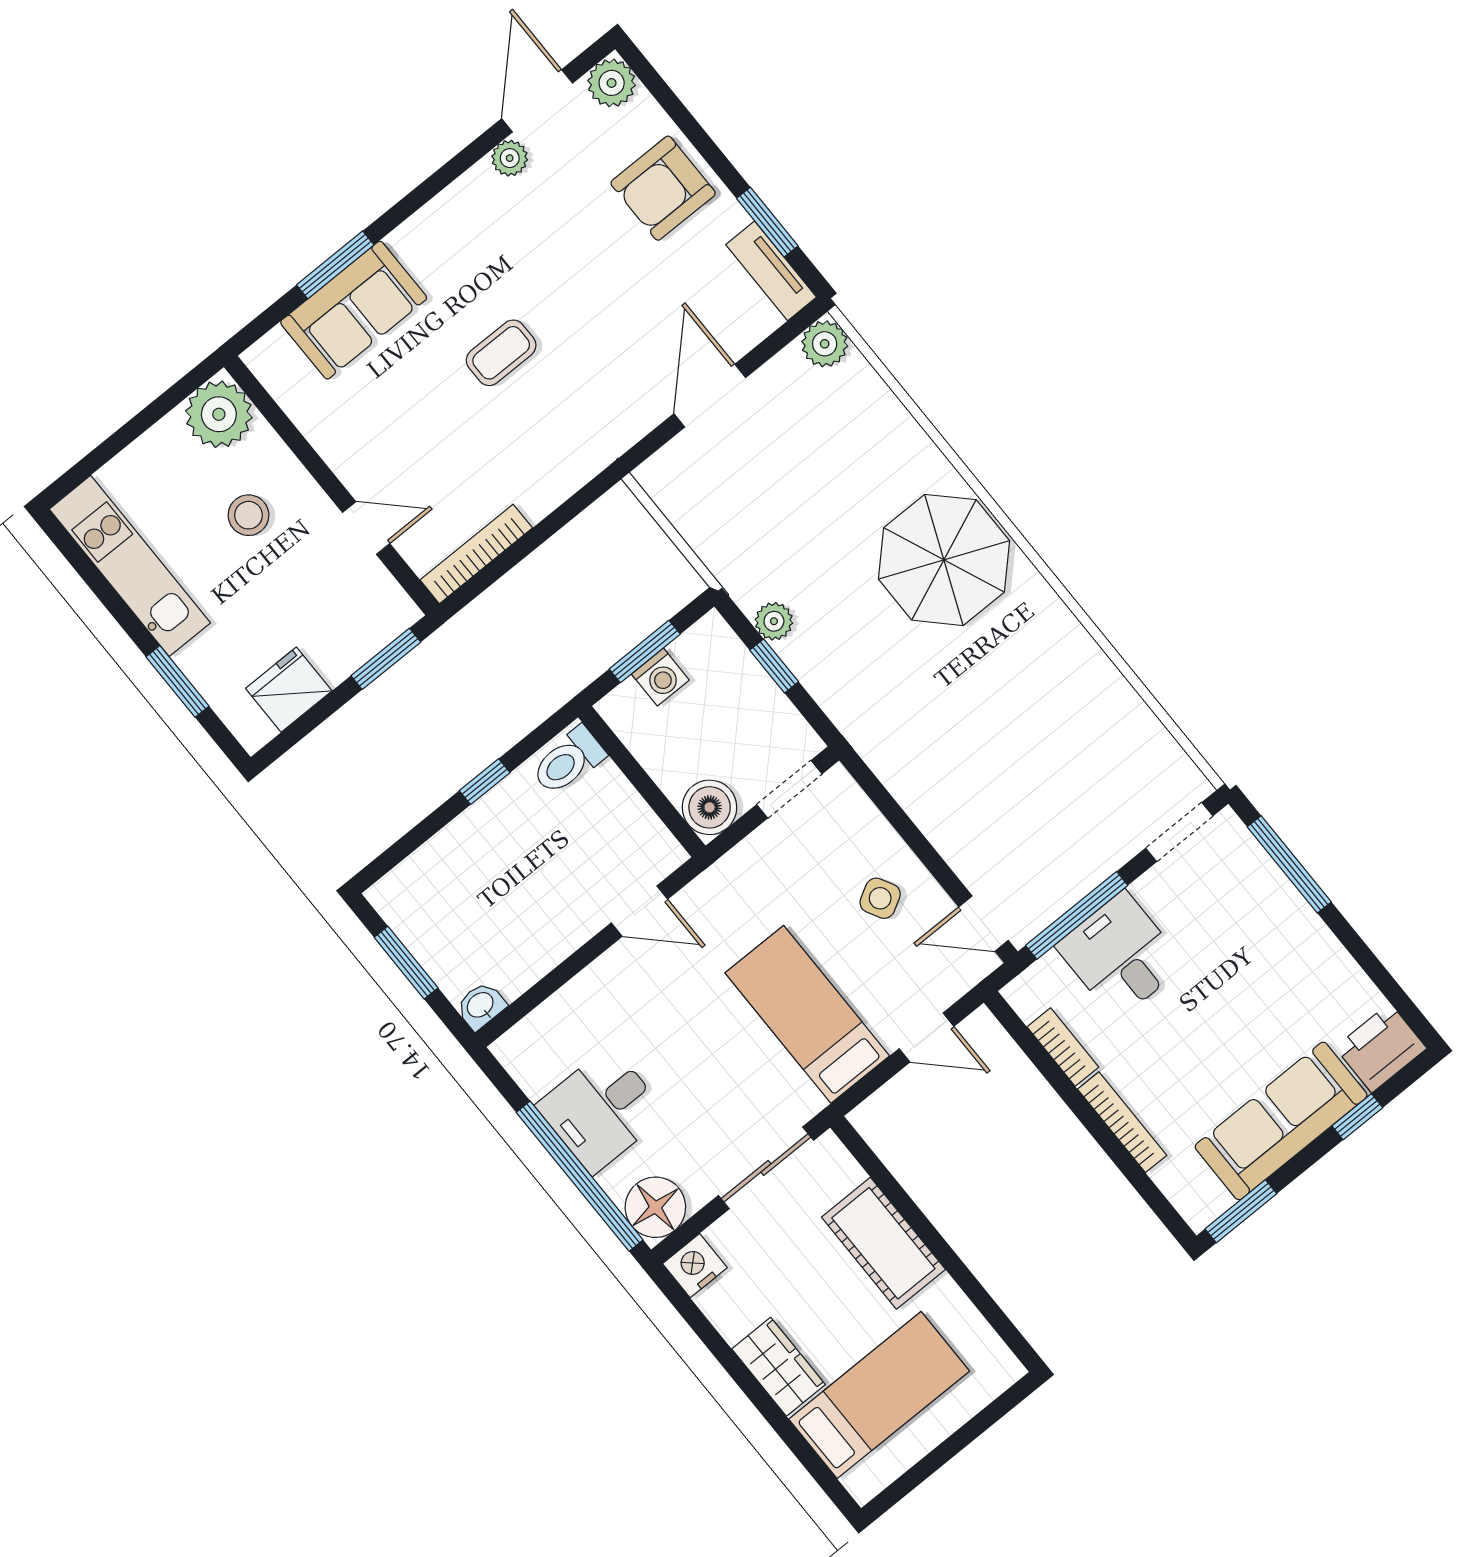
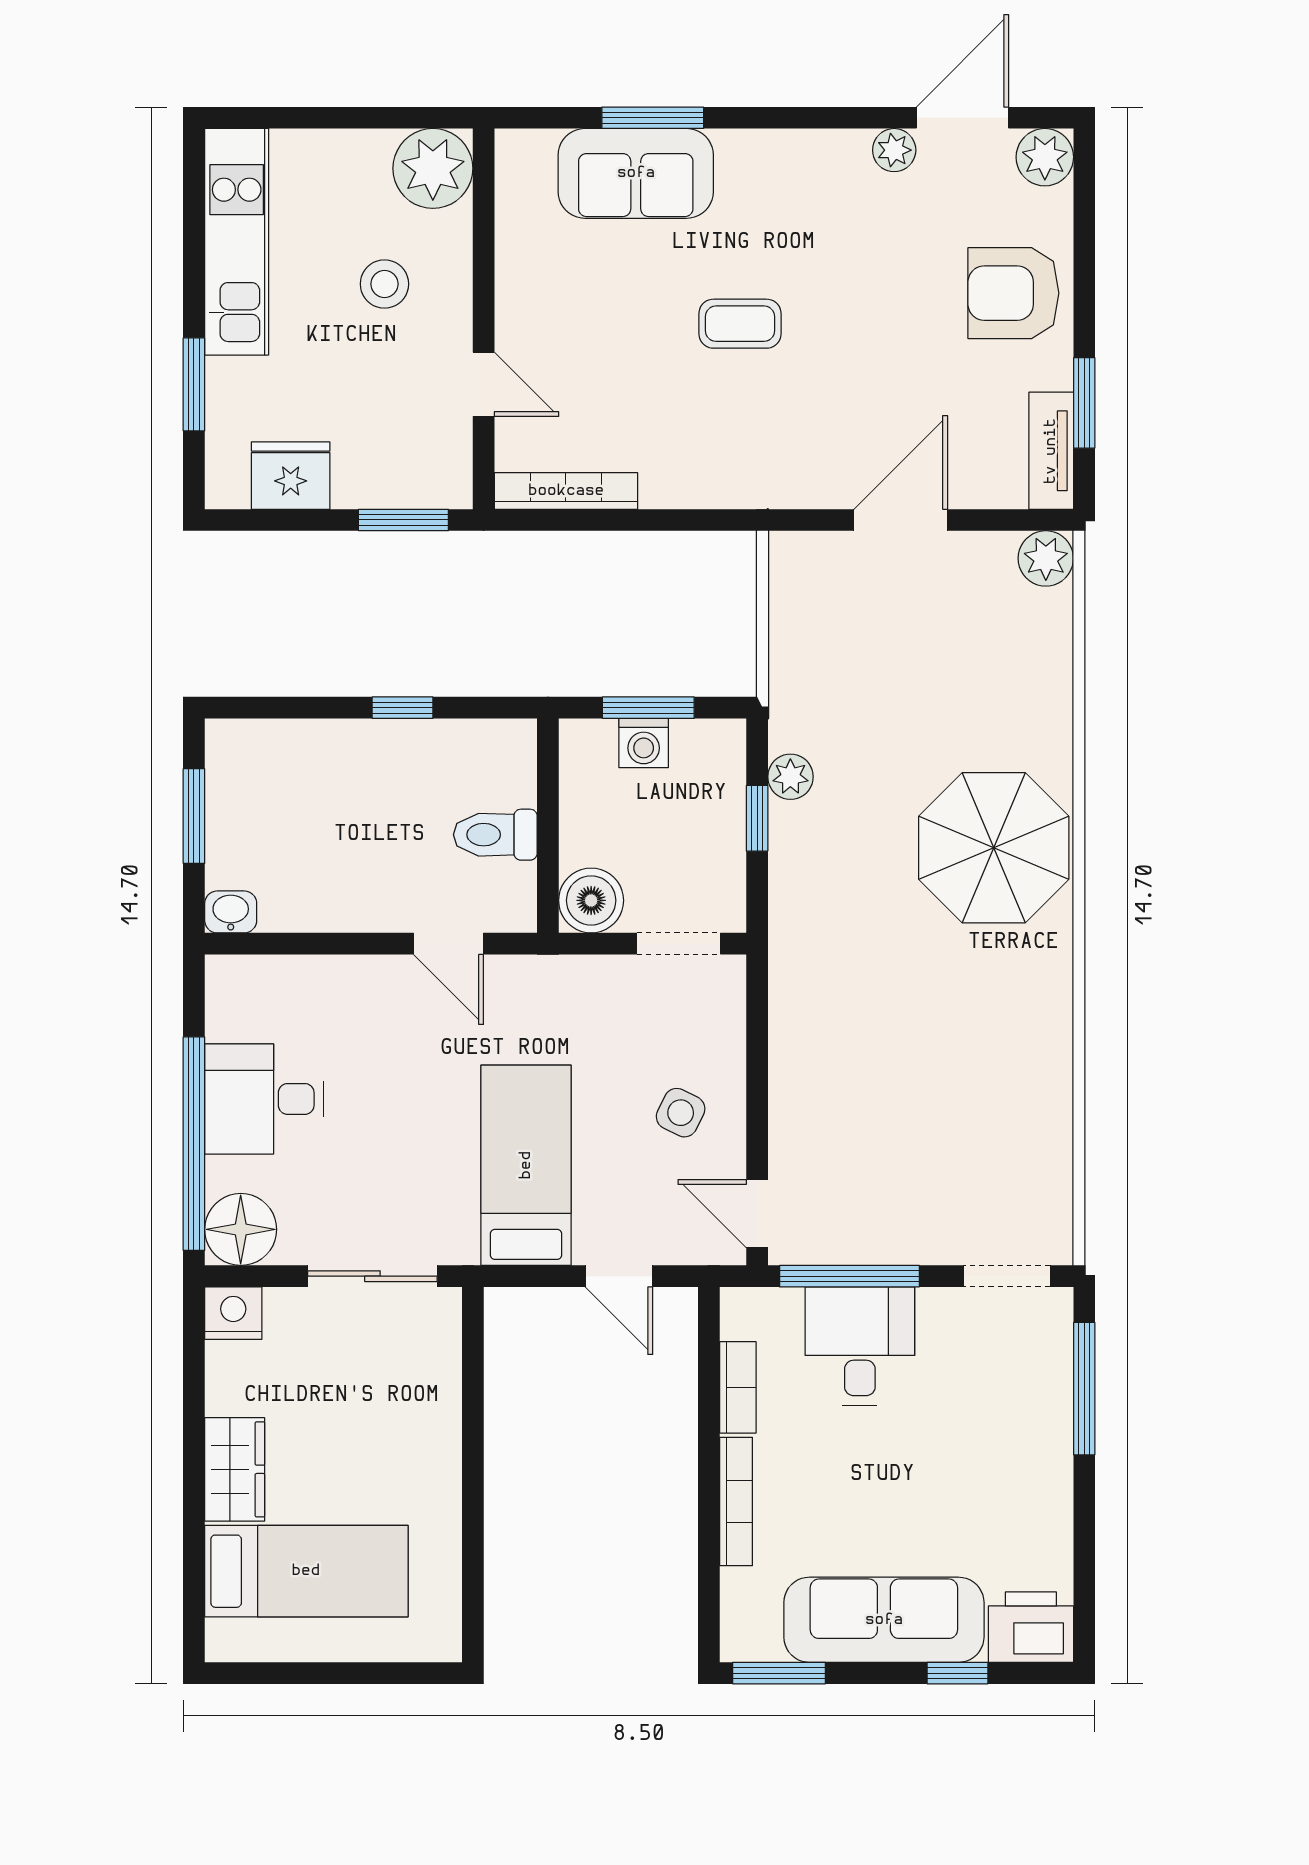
toilet: (568, 761) -> (495, 835), moved
side table: (880, 898) -> (681, 1113), turned -35
cot: (883, 1243) -> (424, 1434), removed

